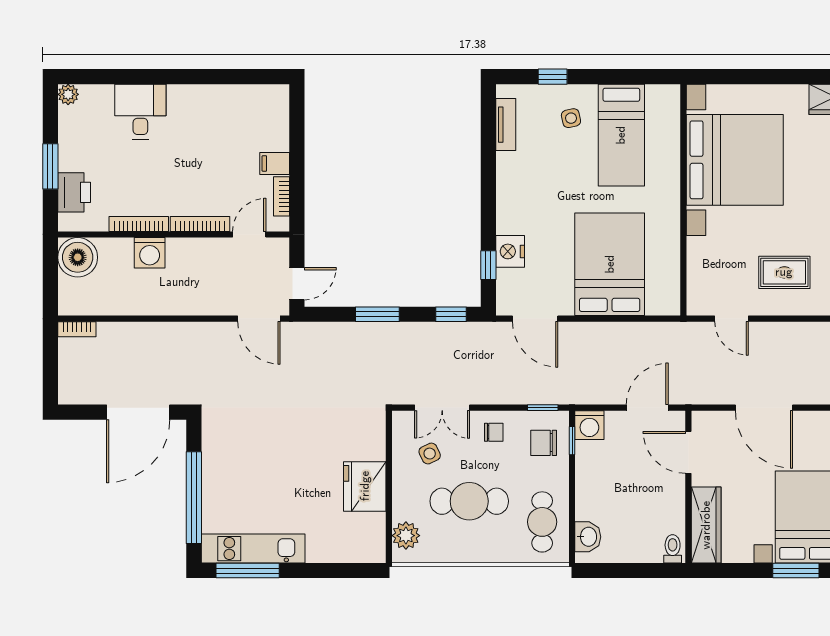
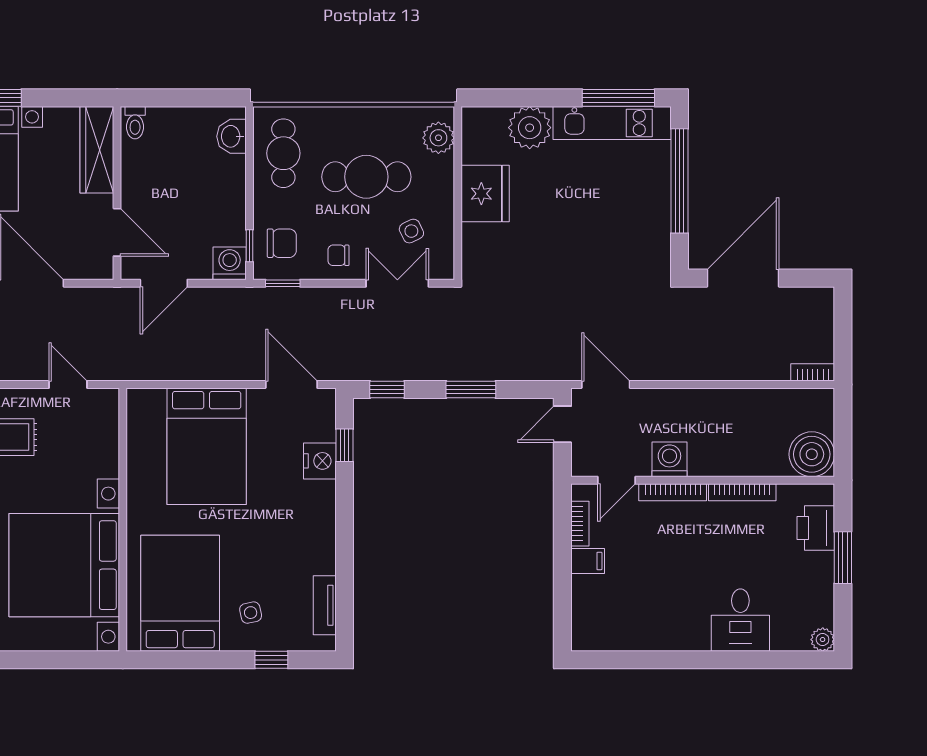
bed: (621, 135) -> (180, 593), width x1.50
washing machine: (150, 253) -> (669, 459), moved
plant: (326, 544) -> (530, 128), added

